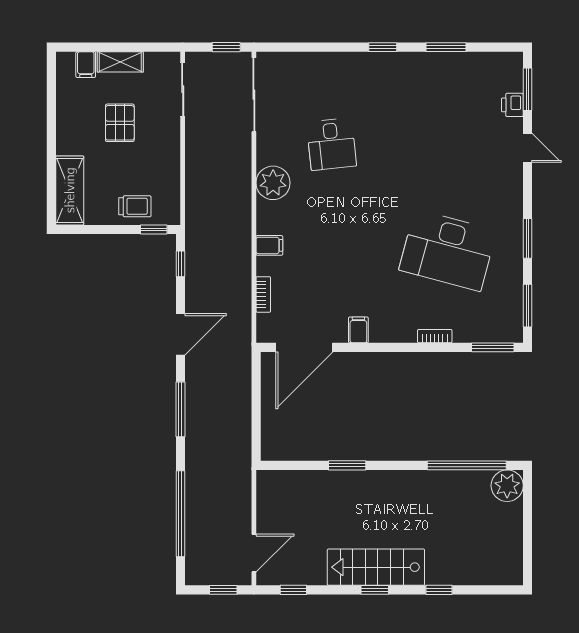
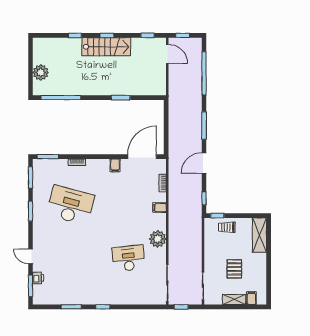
desk: (331, 144) -> (129, 258), width x1.37
plant: (507, 486) -> (41, 72), moved
door: (254, 553) -> (167, 54), swing flipped

